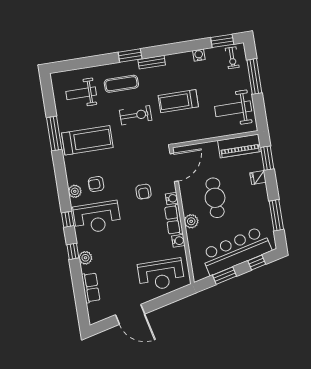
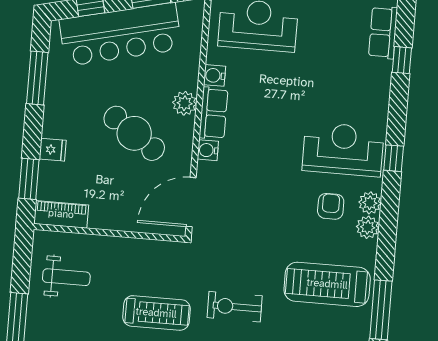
weight bench: (233, 109) -> (66, 277), width x0.73, depth x0.75
piano: (239, 146) -> (61, 214), width x0.73, depth x0.75
armchair: (96, 184) -> (331, 206), turned -90
armchair: (144, 192) -> (253, 174), removed
cafe table: (215, 198) -> (134, 133), turned -55
window: (73, 251) -> (402, 60), moved
plant: (85, 258) -> (368, 227), moved

